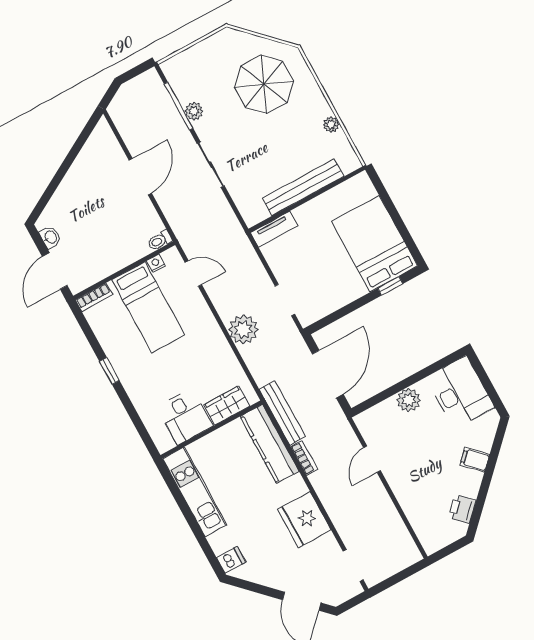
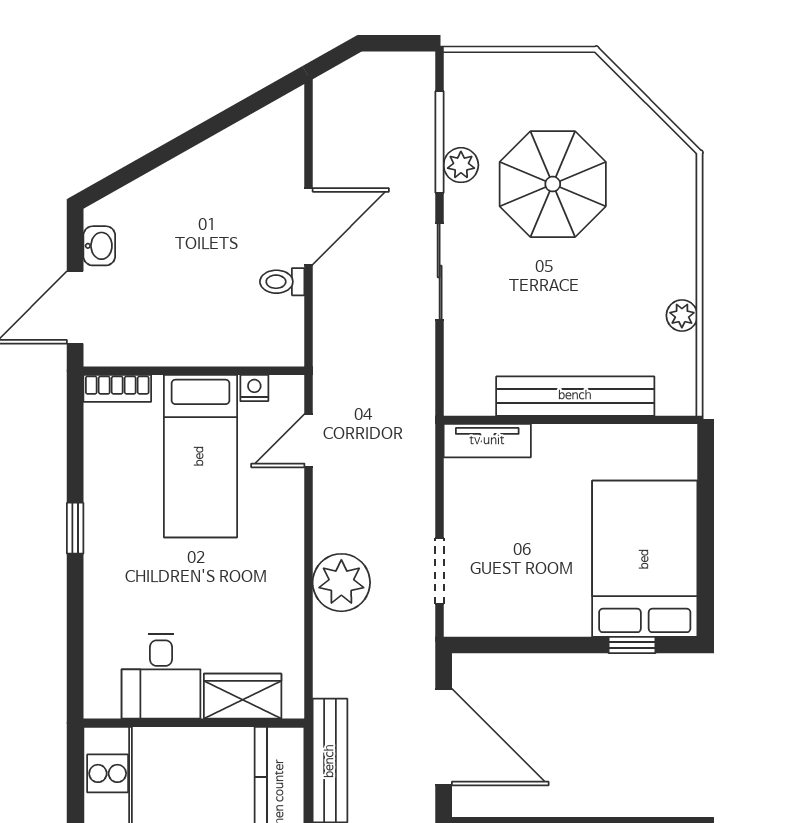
parasol: (264, 84) -> (553, 184), moved
toilet: (160, 240) -> (282, 282), moved
door: (193, 274) -> (309, 441), swing flipped
door: (328, 374) -> (444, 737), hinge flipped

